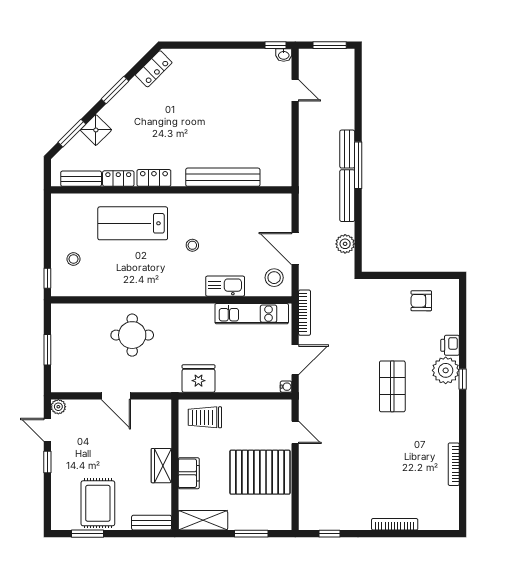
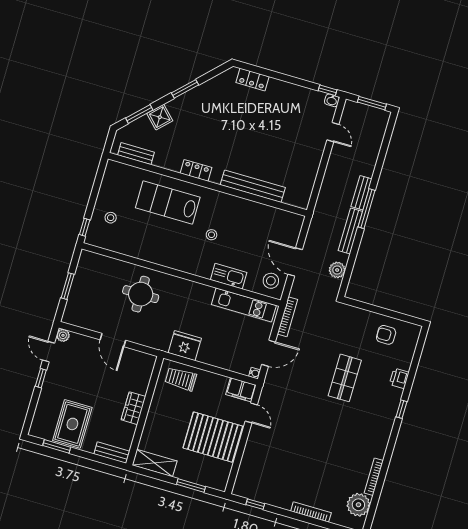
locker: (154, 69) -> (253, 80), moved, turned 45
locker: (118, 179) -> (167, 162), removed
plant: (446, 370) -> (358, 505), moved
shop shelf: (392, 386) -> (345, 378), moved
filing cabinet: (189, 473) -> (241, 390), moved, turned 90

